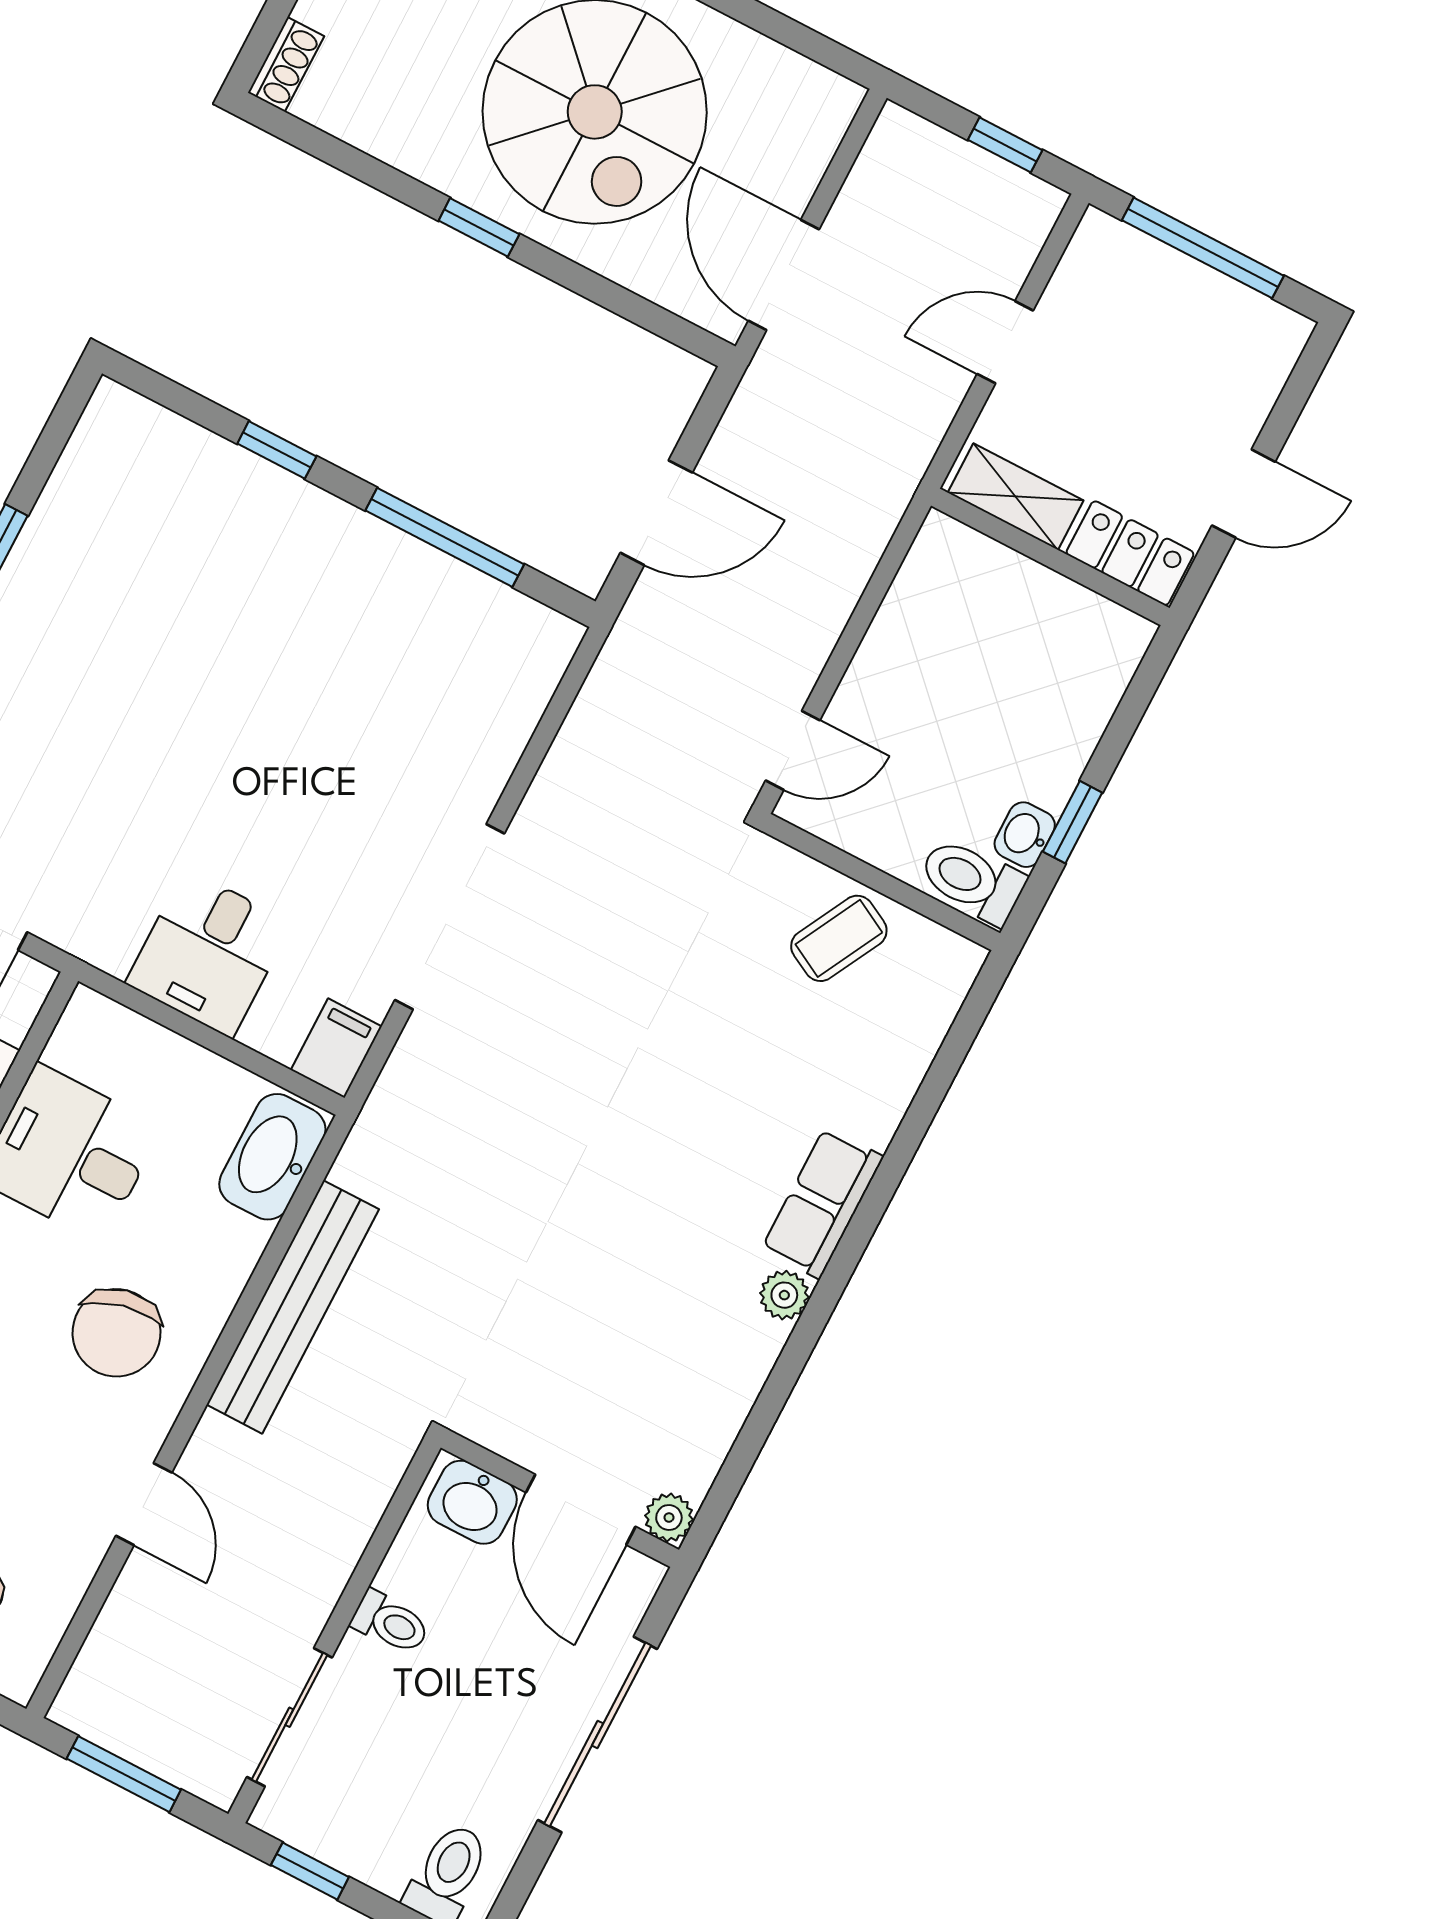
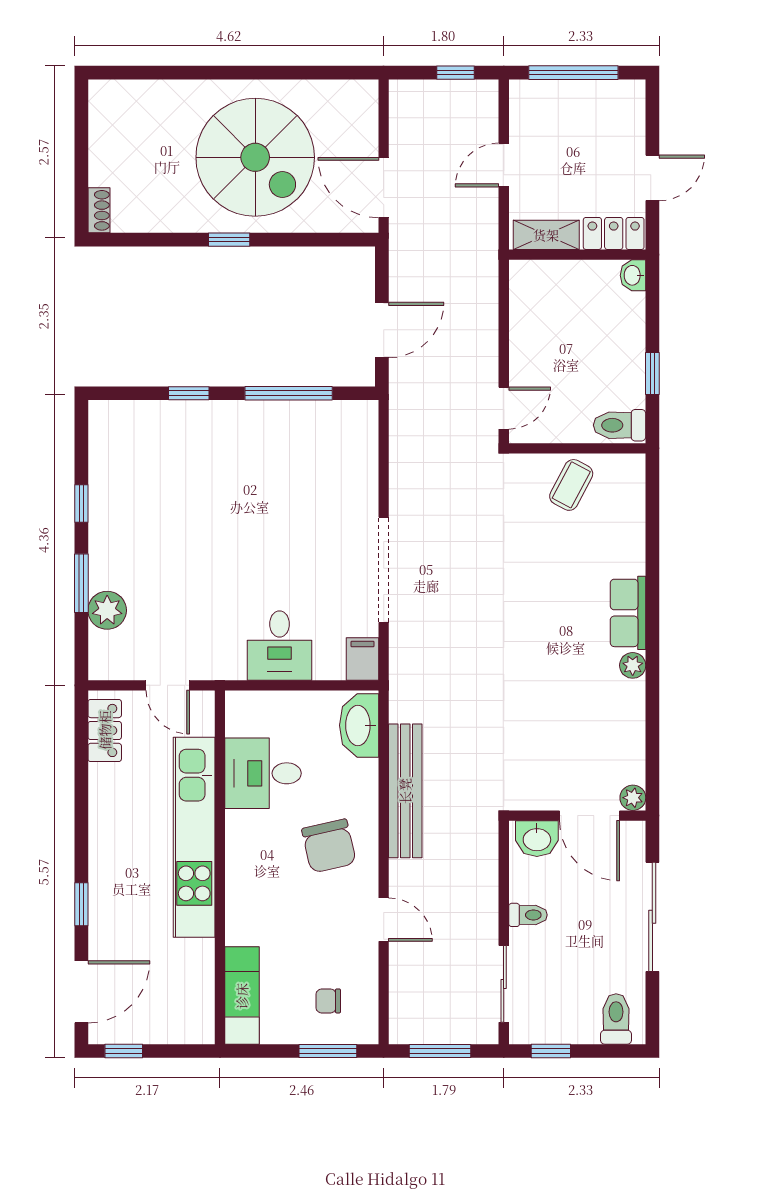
washbasin: (1025, 835) -> (633, 275), moved

